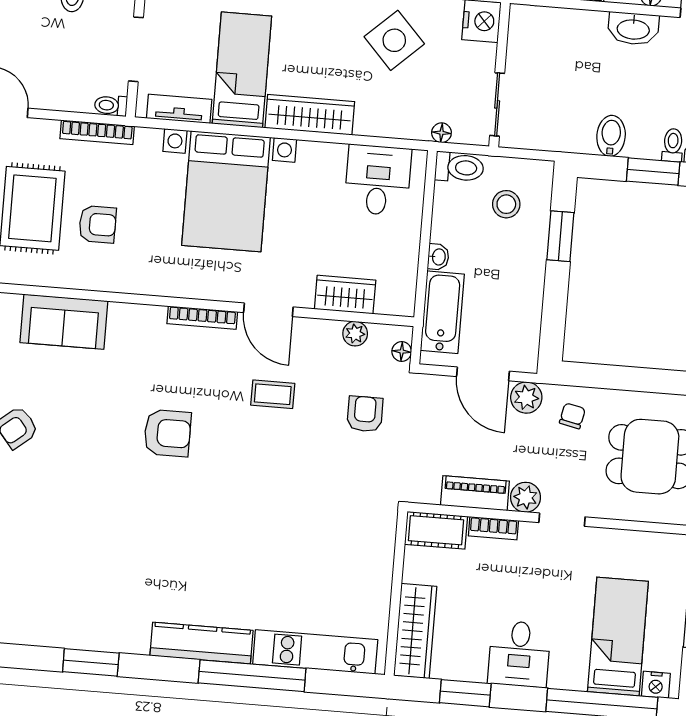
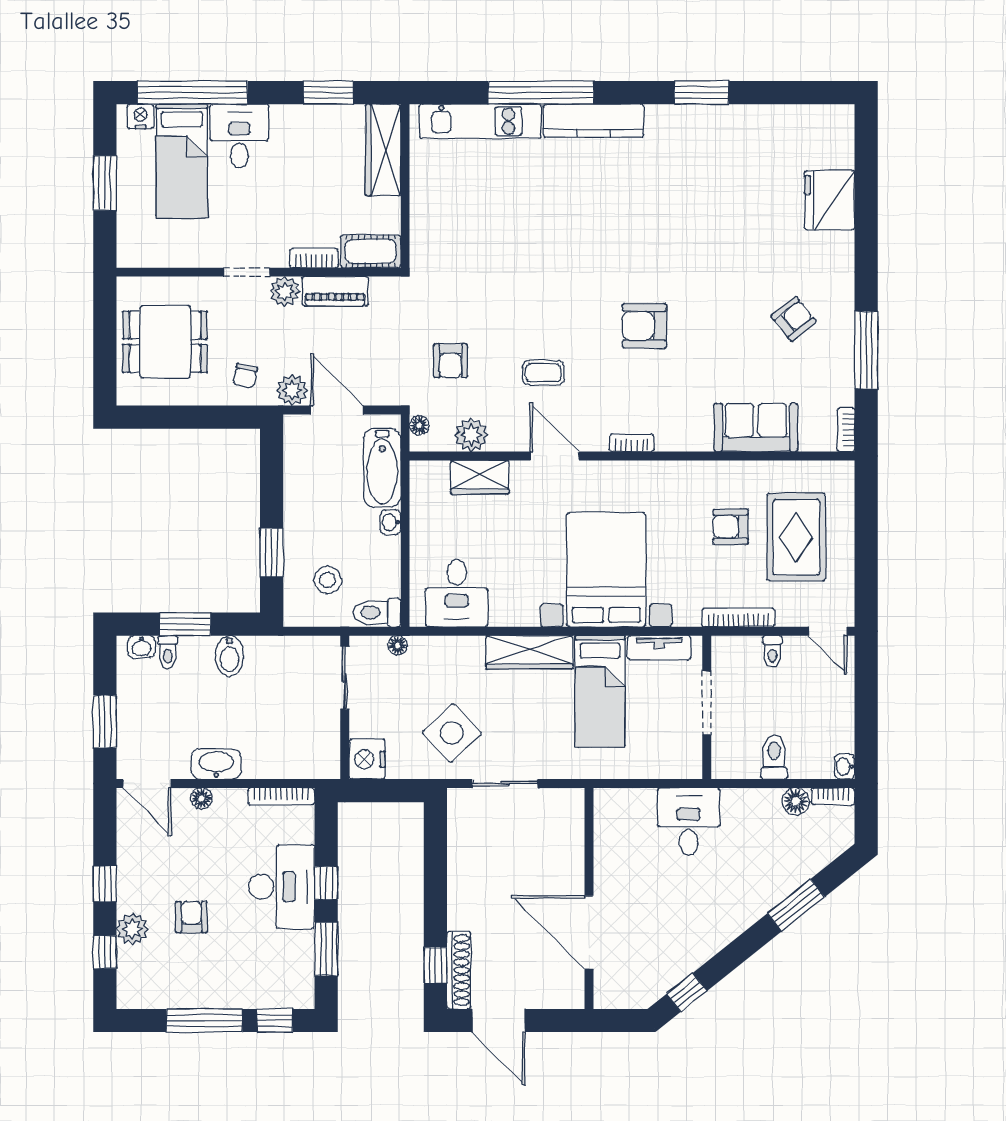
toilet: (111, 105) -> (772, 651), moved, turned 90
bookcase: (202, 318) -> (632, 443), width x0.64
plant: (355, 334) -> (471, 435), width x1.38, depth x1.38
desk: (519, 654) -> (239, 136), moved

